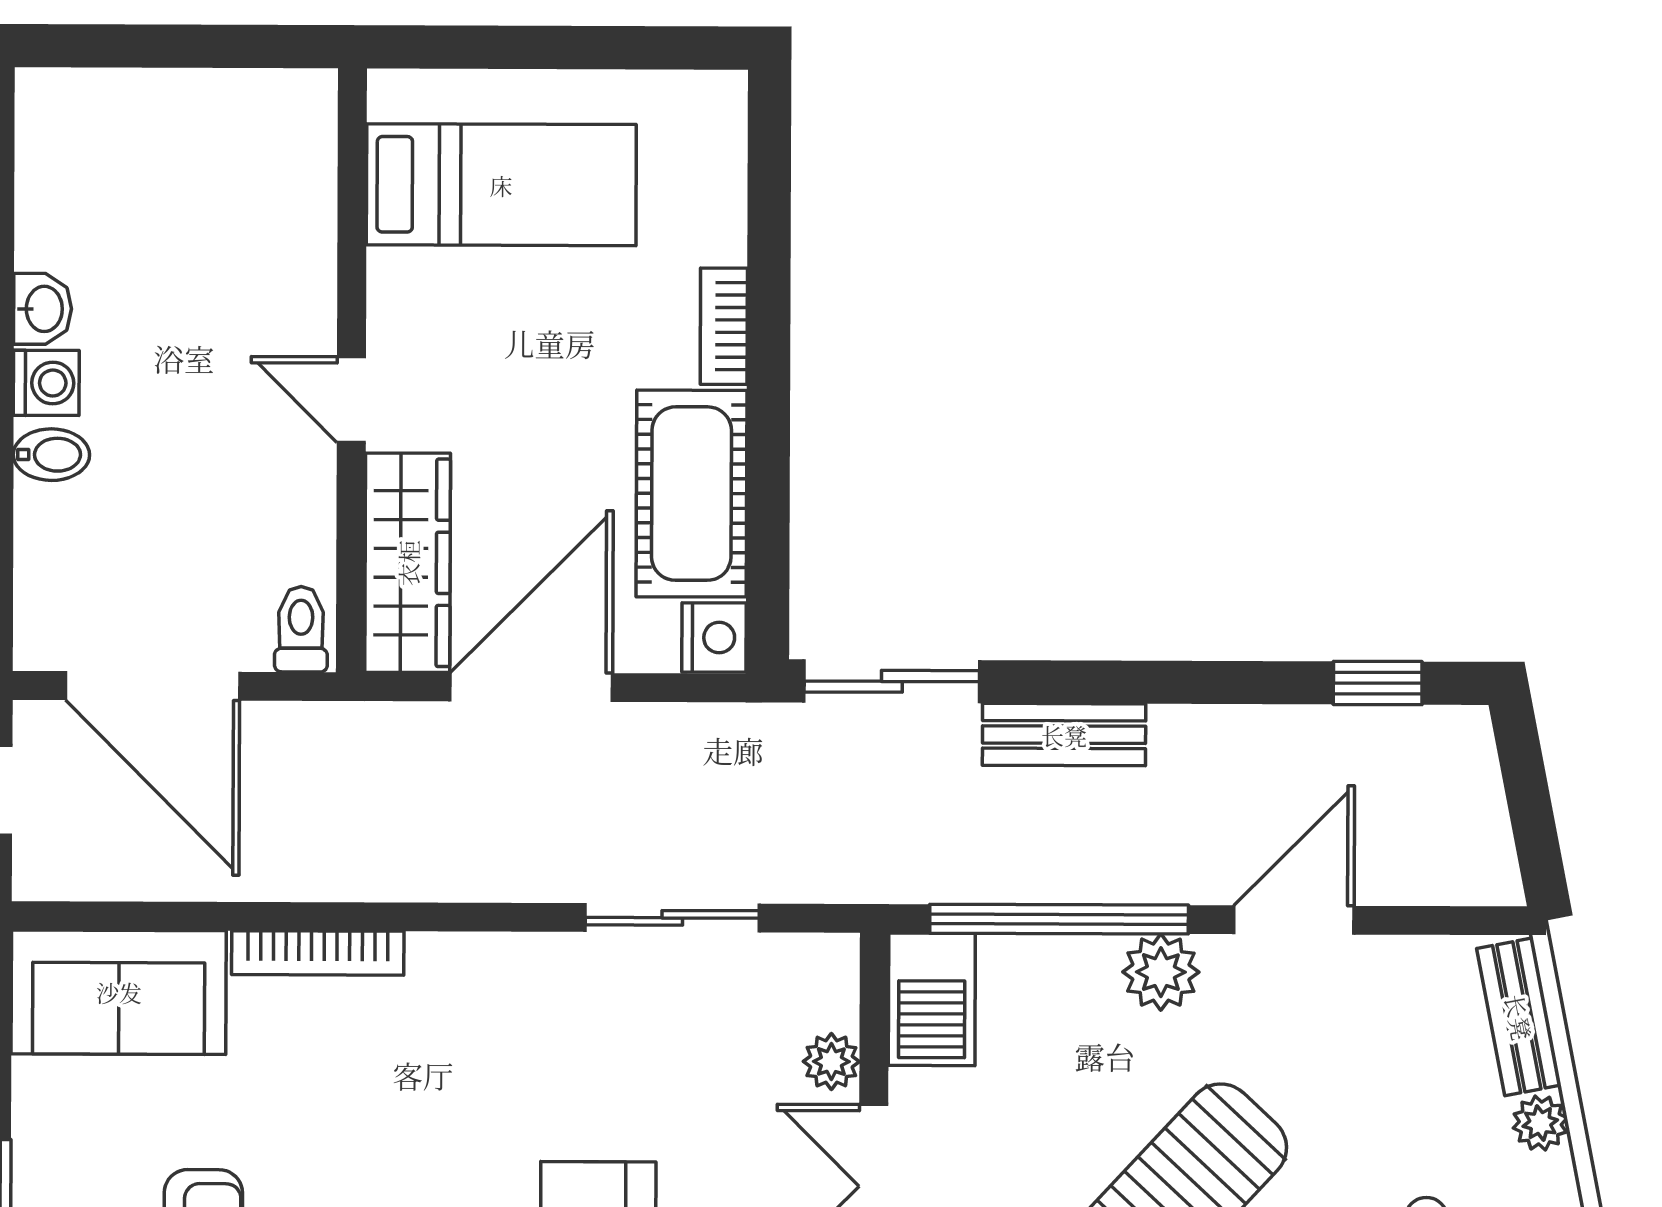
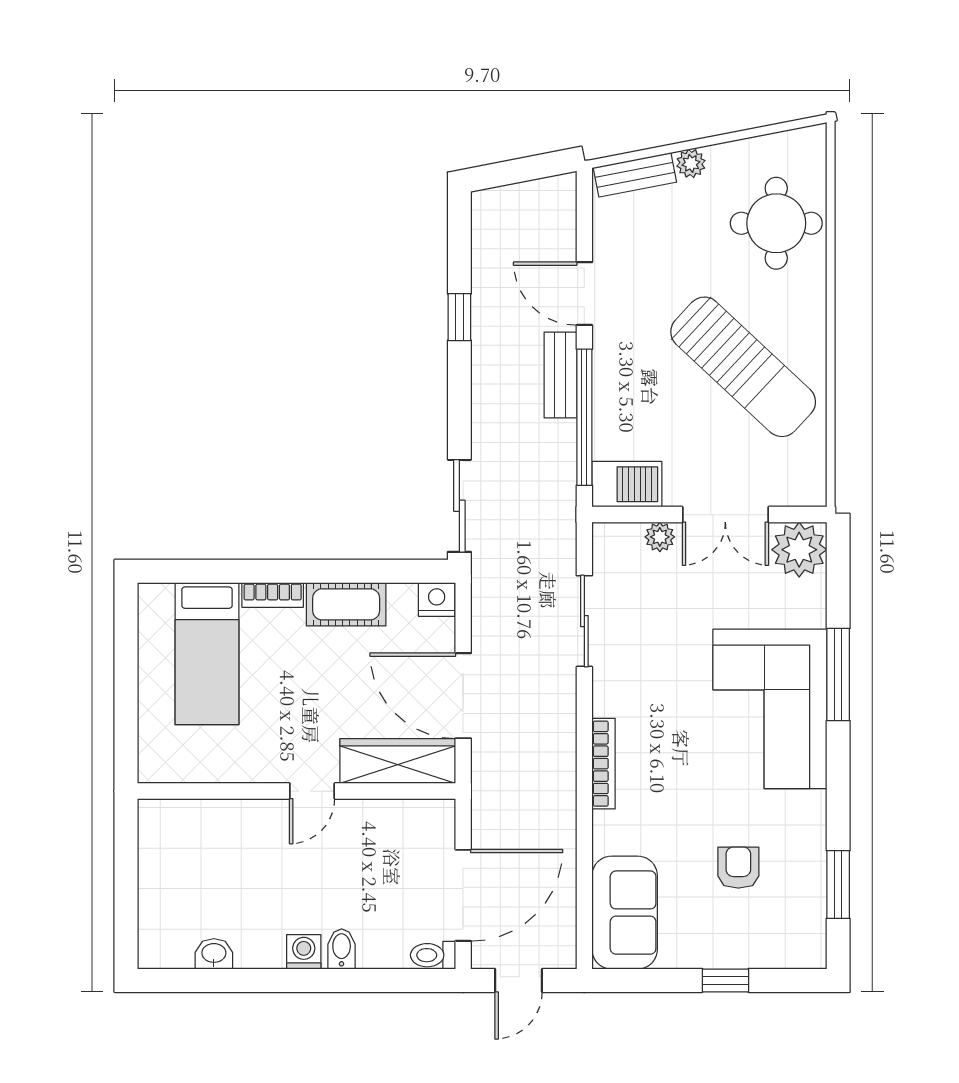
bed: (501, 185) -> (207, 654), moved, turned 180
washbasin: (43, 309) -> (214, 954), moved
cot: (691, 494) -> (346, 604), width x0.73, depth x0.75
toilet: (301, 629) -> (433, 955), moved
window: (1378, 683) -> (459, 317), moved
bench: (1064, 735) -> (560, 375), moved
bookcase: (318, 953) -> (604, 764), moved
plant: (1161, 972) -> (612, 364), removed

